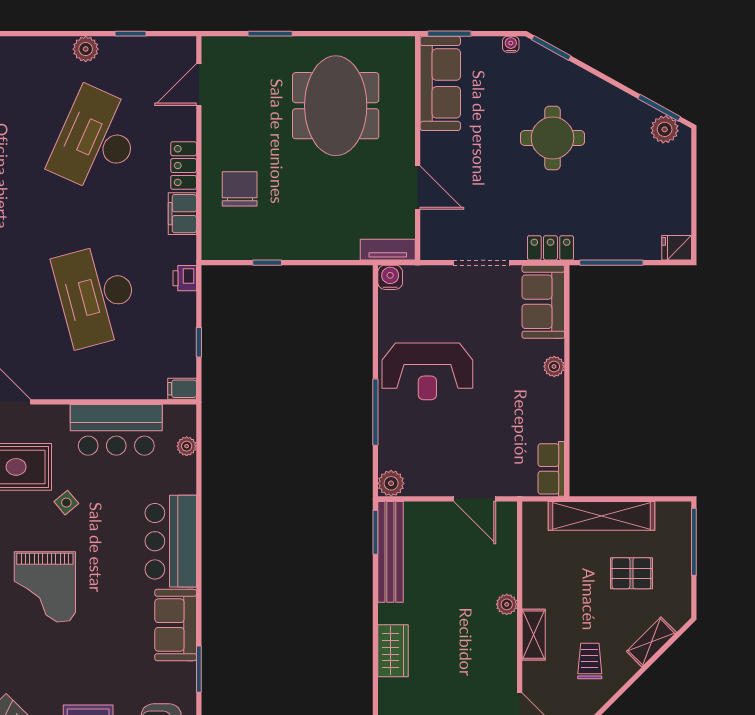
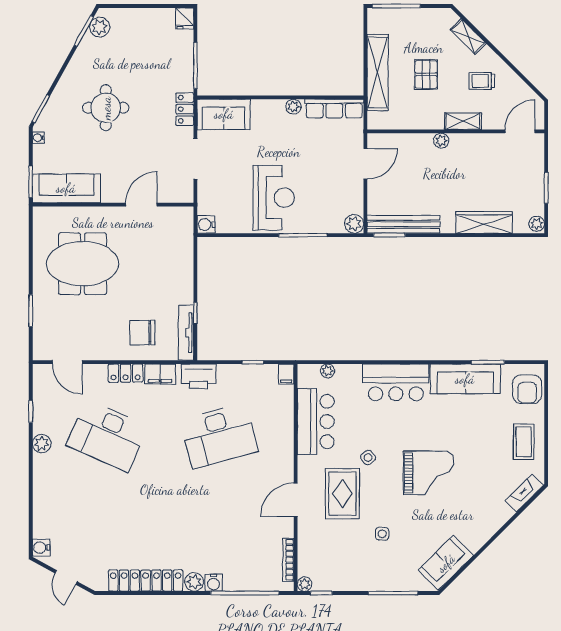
tv unit: (388, 250) -> (186, 333), moved, width x1.41
printer: (185, 278) -> (199, 376), width x1.87, depth x1.48
plant: (554, 366) -> (293, 107), moved
row of seats: (551, 469) -> (334, 109), width x1.48
pallet: (631, 573) -> (426, 74), moved
sofa: (176, 625) -> (465, 379), width x1.36
wardrobe: (393, 651) -> (484, 222), width x1.50

